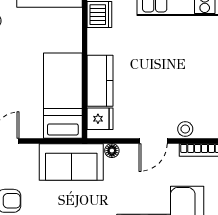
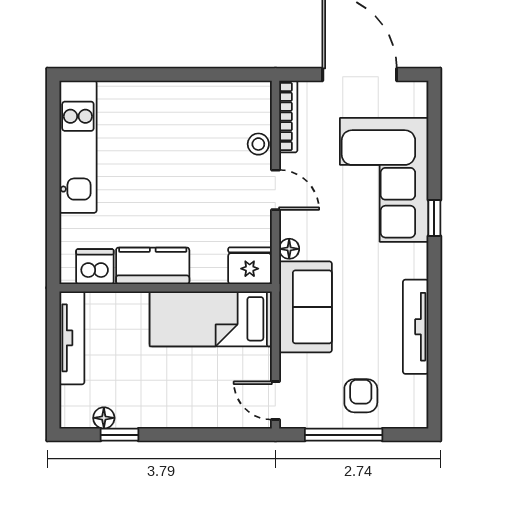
kitchen counter: (100, 81) -> (153, 266), moved
fridge: (100, 119) -> (250, 266), width x1.38

